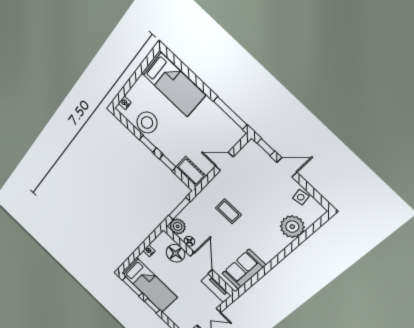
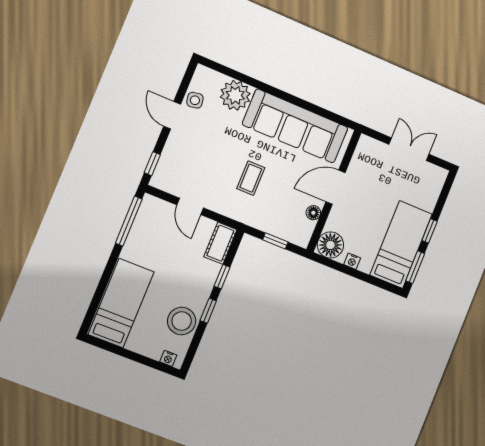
door: (287, 167) -> (172, 115), moved
window: (179, 209) -> (275, 241), width x0.67
plant: (178, 226) -> (300, 235), removed
floor lamp: (176, 253) -> (330, 245), moved
sofa: (244, 269) -> (295, 126), width x1.85, depth x1.27
tv unit: (216, 288) -> (361, 156), removed

